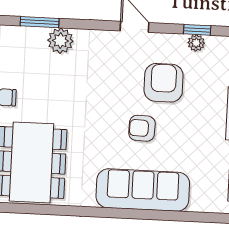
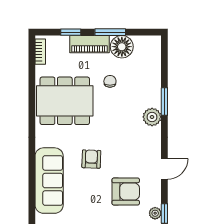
armchair: (142, 128) -> (91, 159), moved

